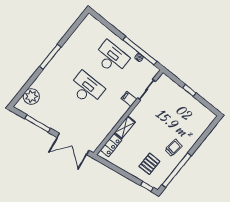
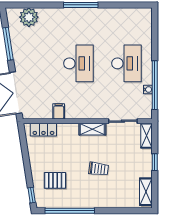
shelving: (168, 82) -> (147, 136), added
filing cabinet: (129, 99) -> (59, 111), moved
shelving: (204, 111) -> (146, 192), added
shelving: (125, 127) -> (92, 129), moved
trolley: (174, 148) -> (99, 169), moved

